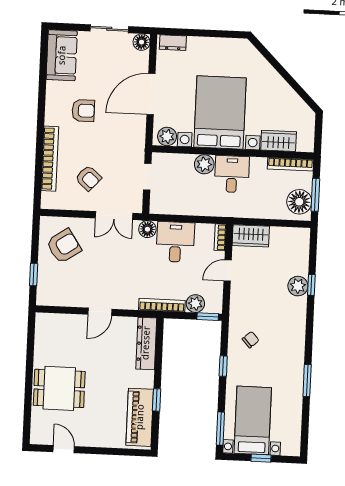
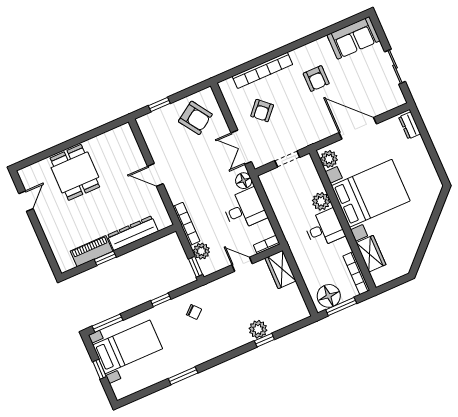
floor lamp: (142, 42) -> (397, 99), removed
dresser: (146, 343) -> (133, 233), moved
piano: (140, 417) -> (91, 251), width x0.73, depth x0.75

